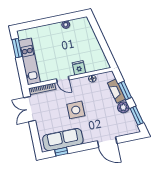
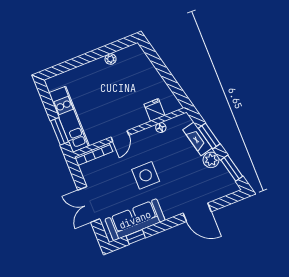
window: (17, 48) -> (59, 131), moved
fridge: (79, 68) -> (154, 110), moved
door: (63, 79) -> (120, 136), hinge flipped
double door: (30, 109) -> (89, 205), moved

